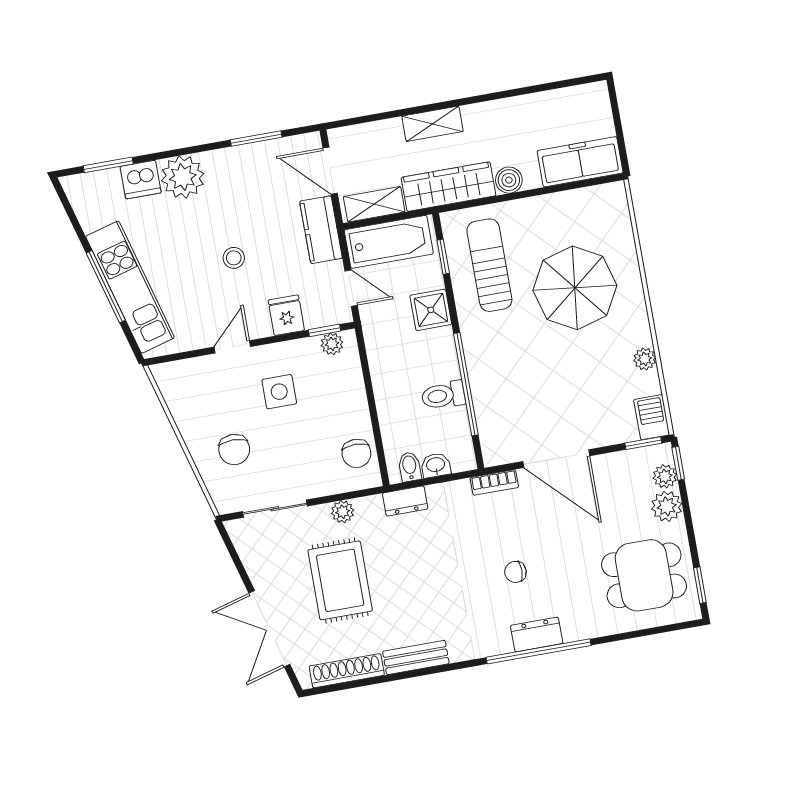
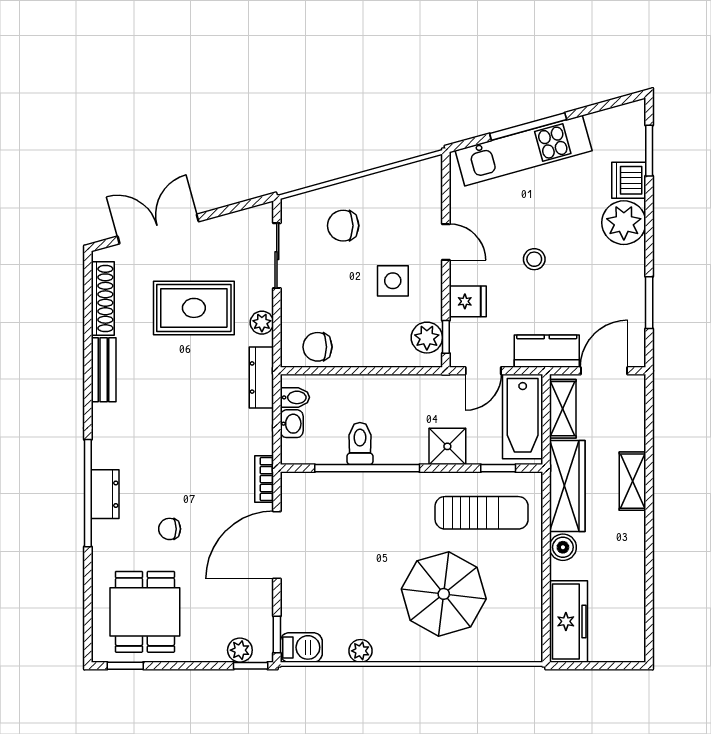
plant: (332, 344) -> (427, 338), width x1.38, depth x1.38
dresser: (405, 501) -> (261, 378), width x1.44
plant: (667, 506) -> (210, 647), removed
chair: (515, 572) -> (170, 529), moved, turned -90

